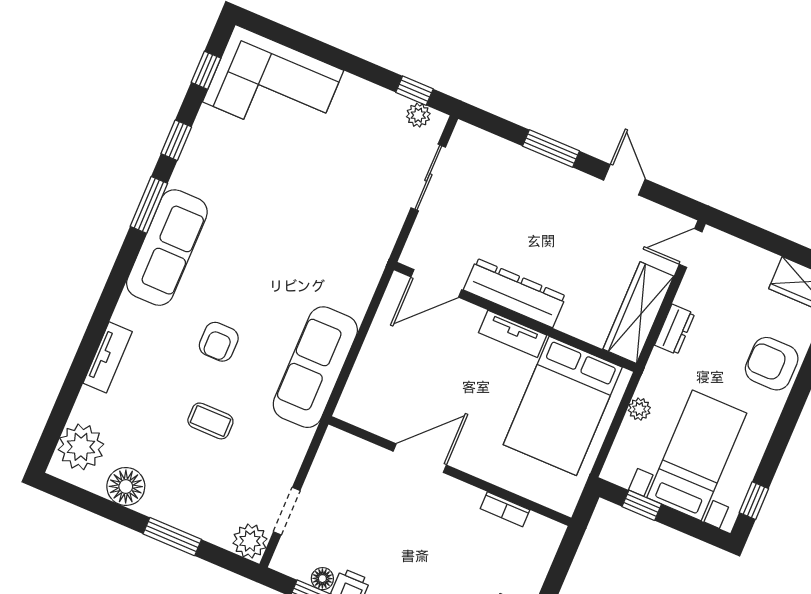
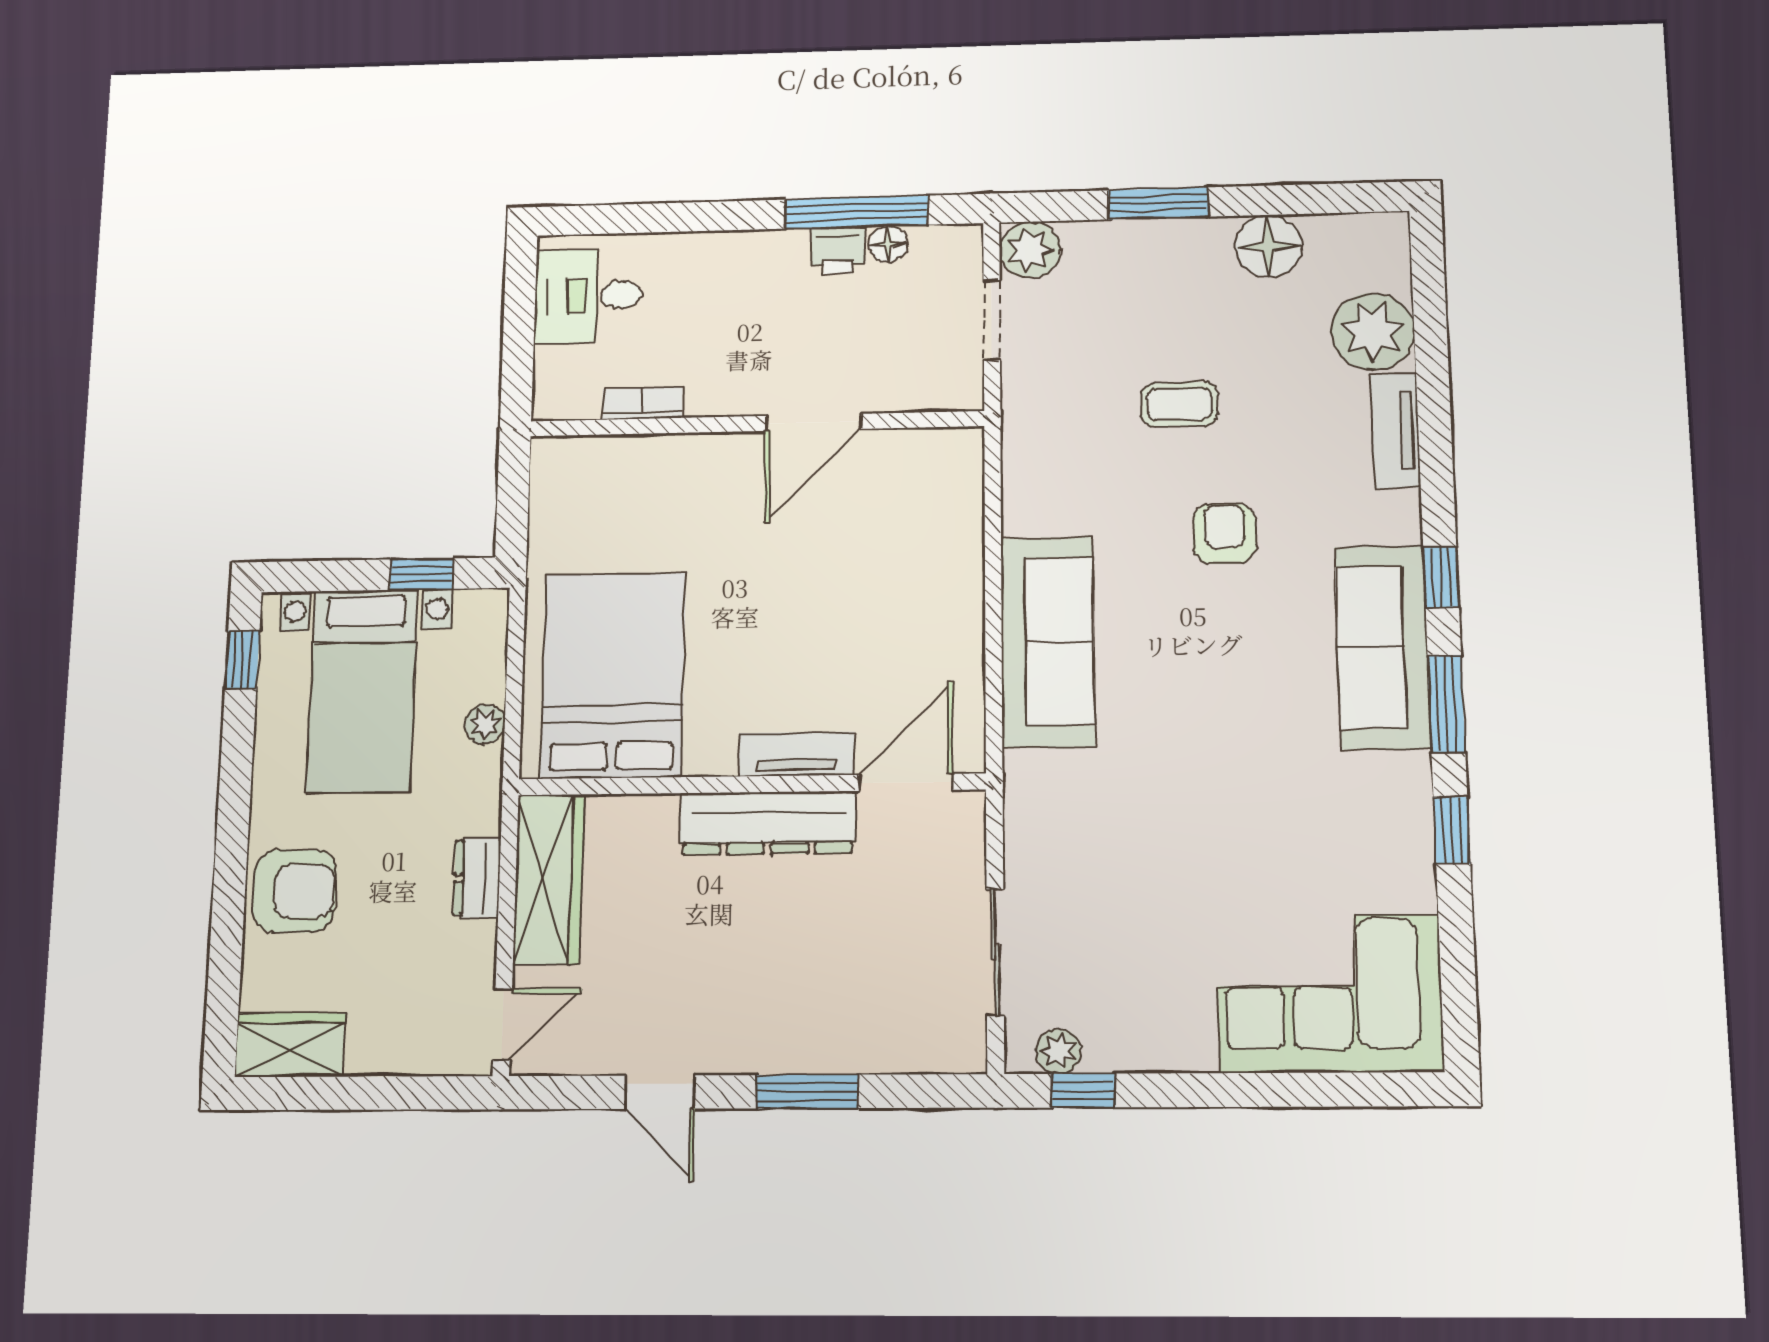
window: (206, 70) -> (1441, 577), moved
tv unit: (513, 334) -> (797, 754), moved
sofa: (315, 367) -> (1047, 641), moved
plant: (81, 447) -> (1373, 332), moved
door: (420, 458) -> (813, 422), moved
wall: (450, 471) -> (756, 424), moved
bookcase: (505, 509) -> (642, 403), moved

